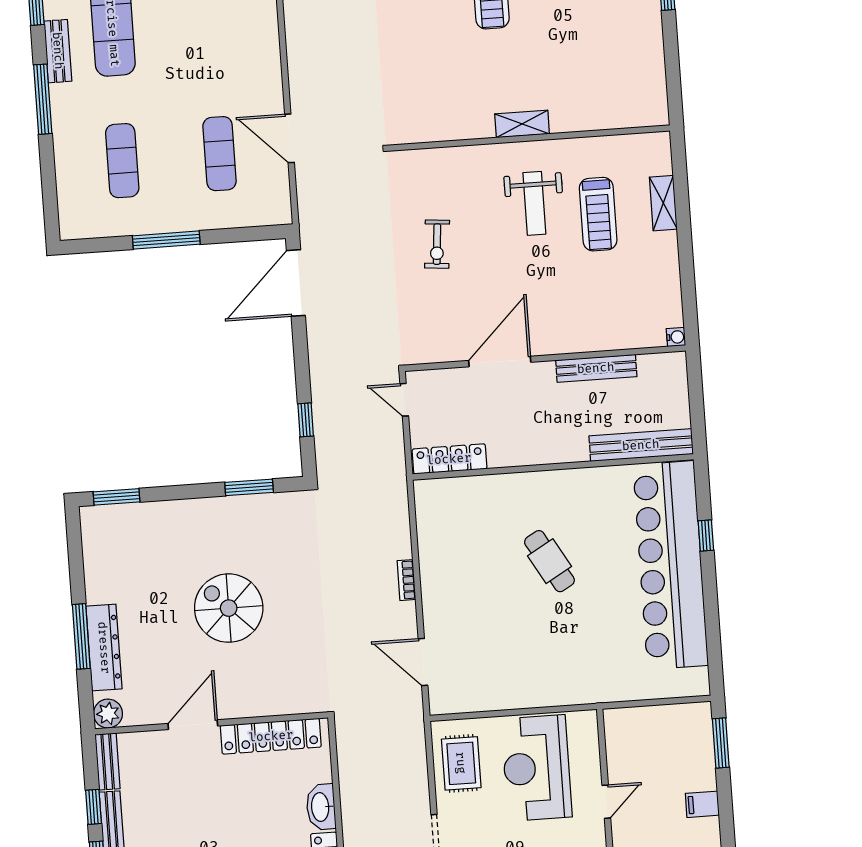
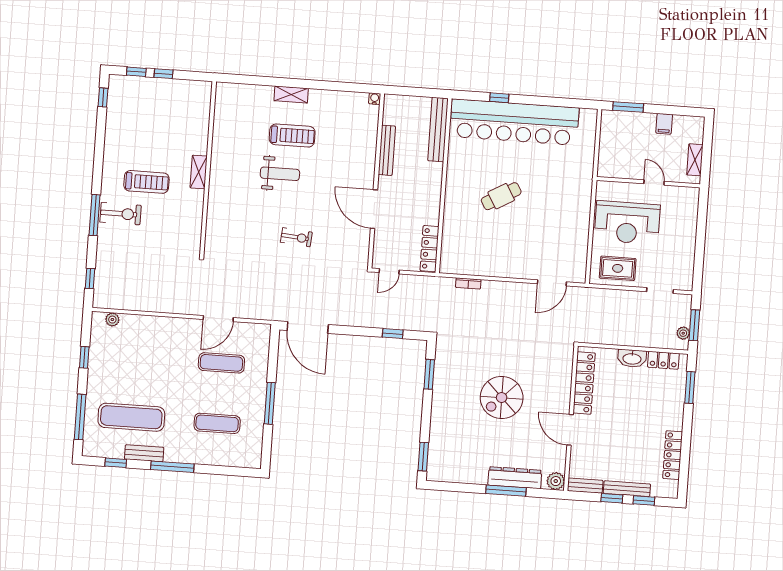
shelving: (522, 124) -> (199, 172), moved
wall: (529, 138) -> (208, 169), moved
bookcase: (406, 580) -> (468, 283), moved

